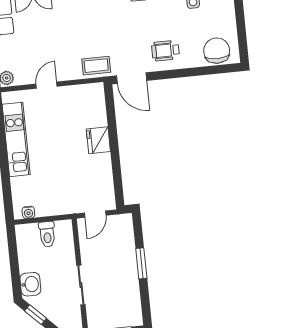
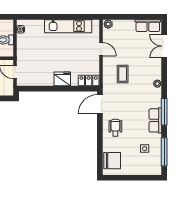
coffee table: (96, 66) -> (123, 74), moved
locker: (97, 99) -> (89, 80), added

